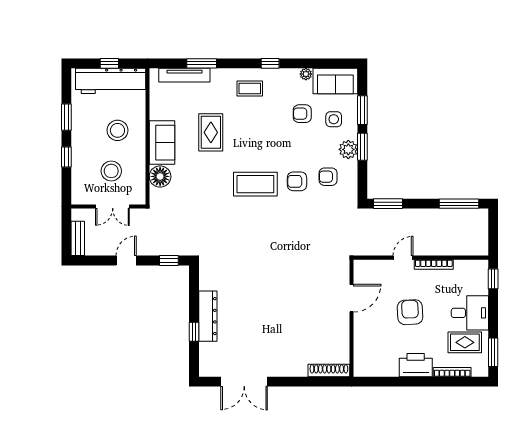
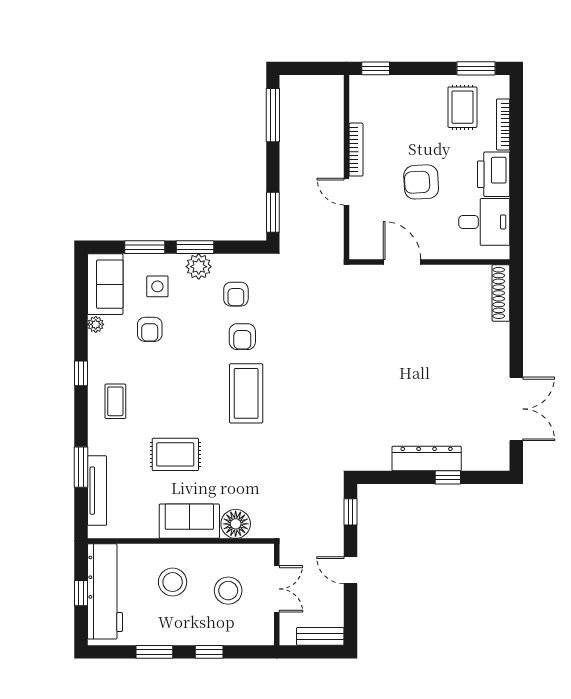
desk: (470, 313) -> (484, 222), moved, turned 90

